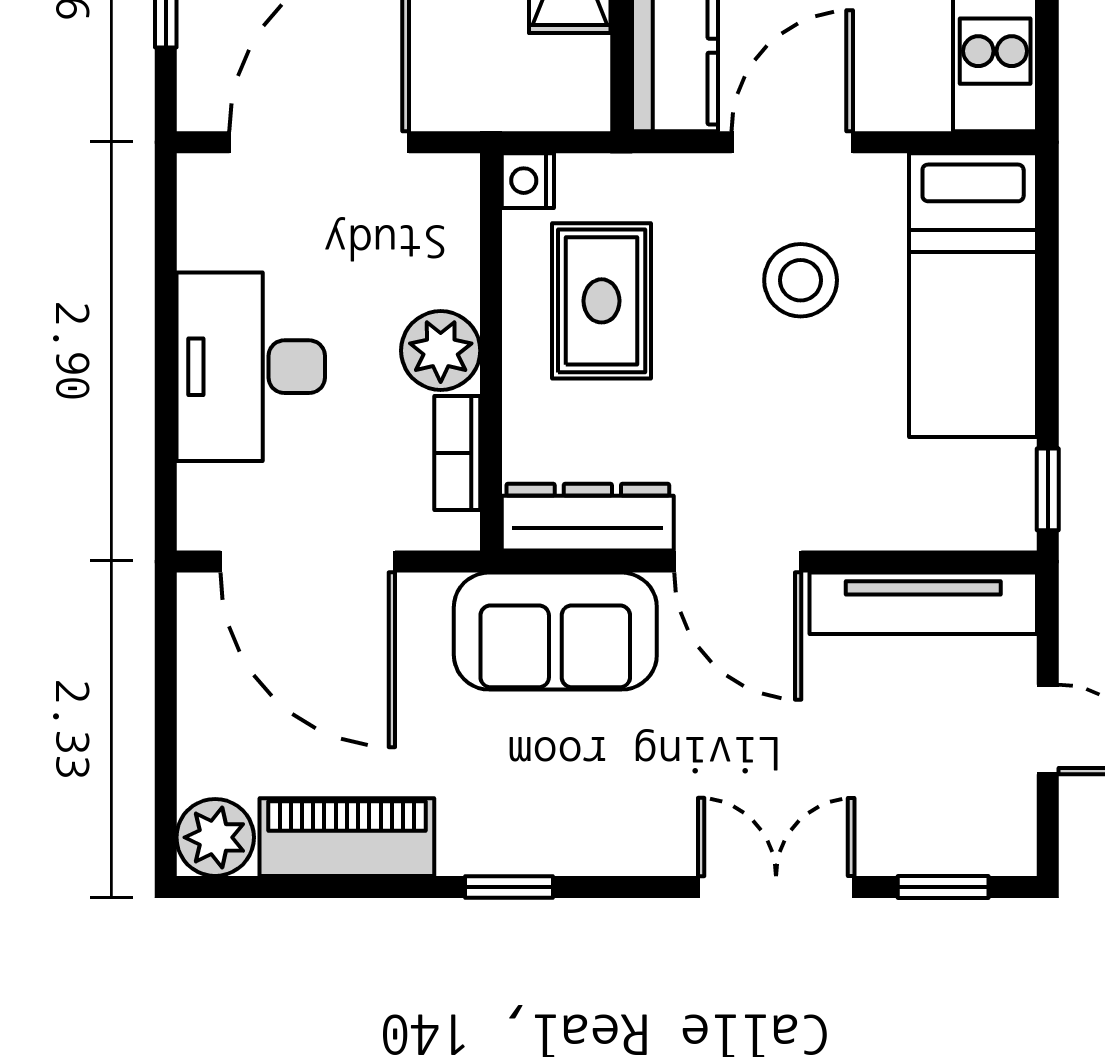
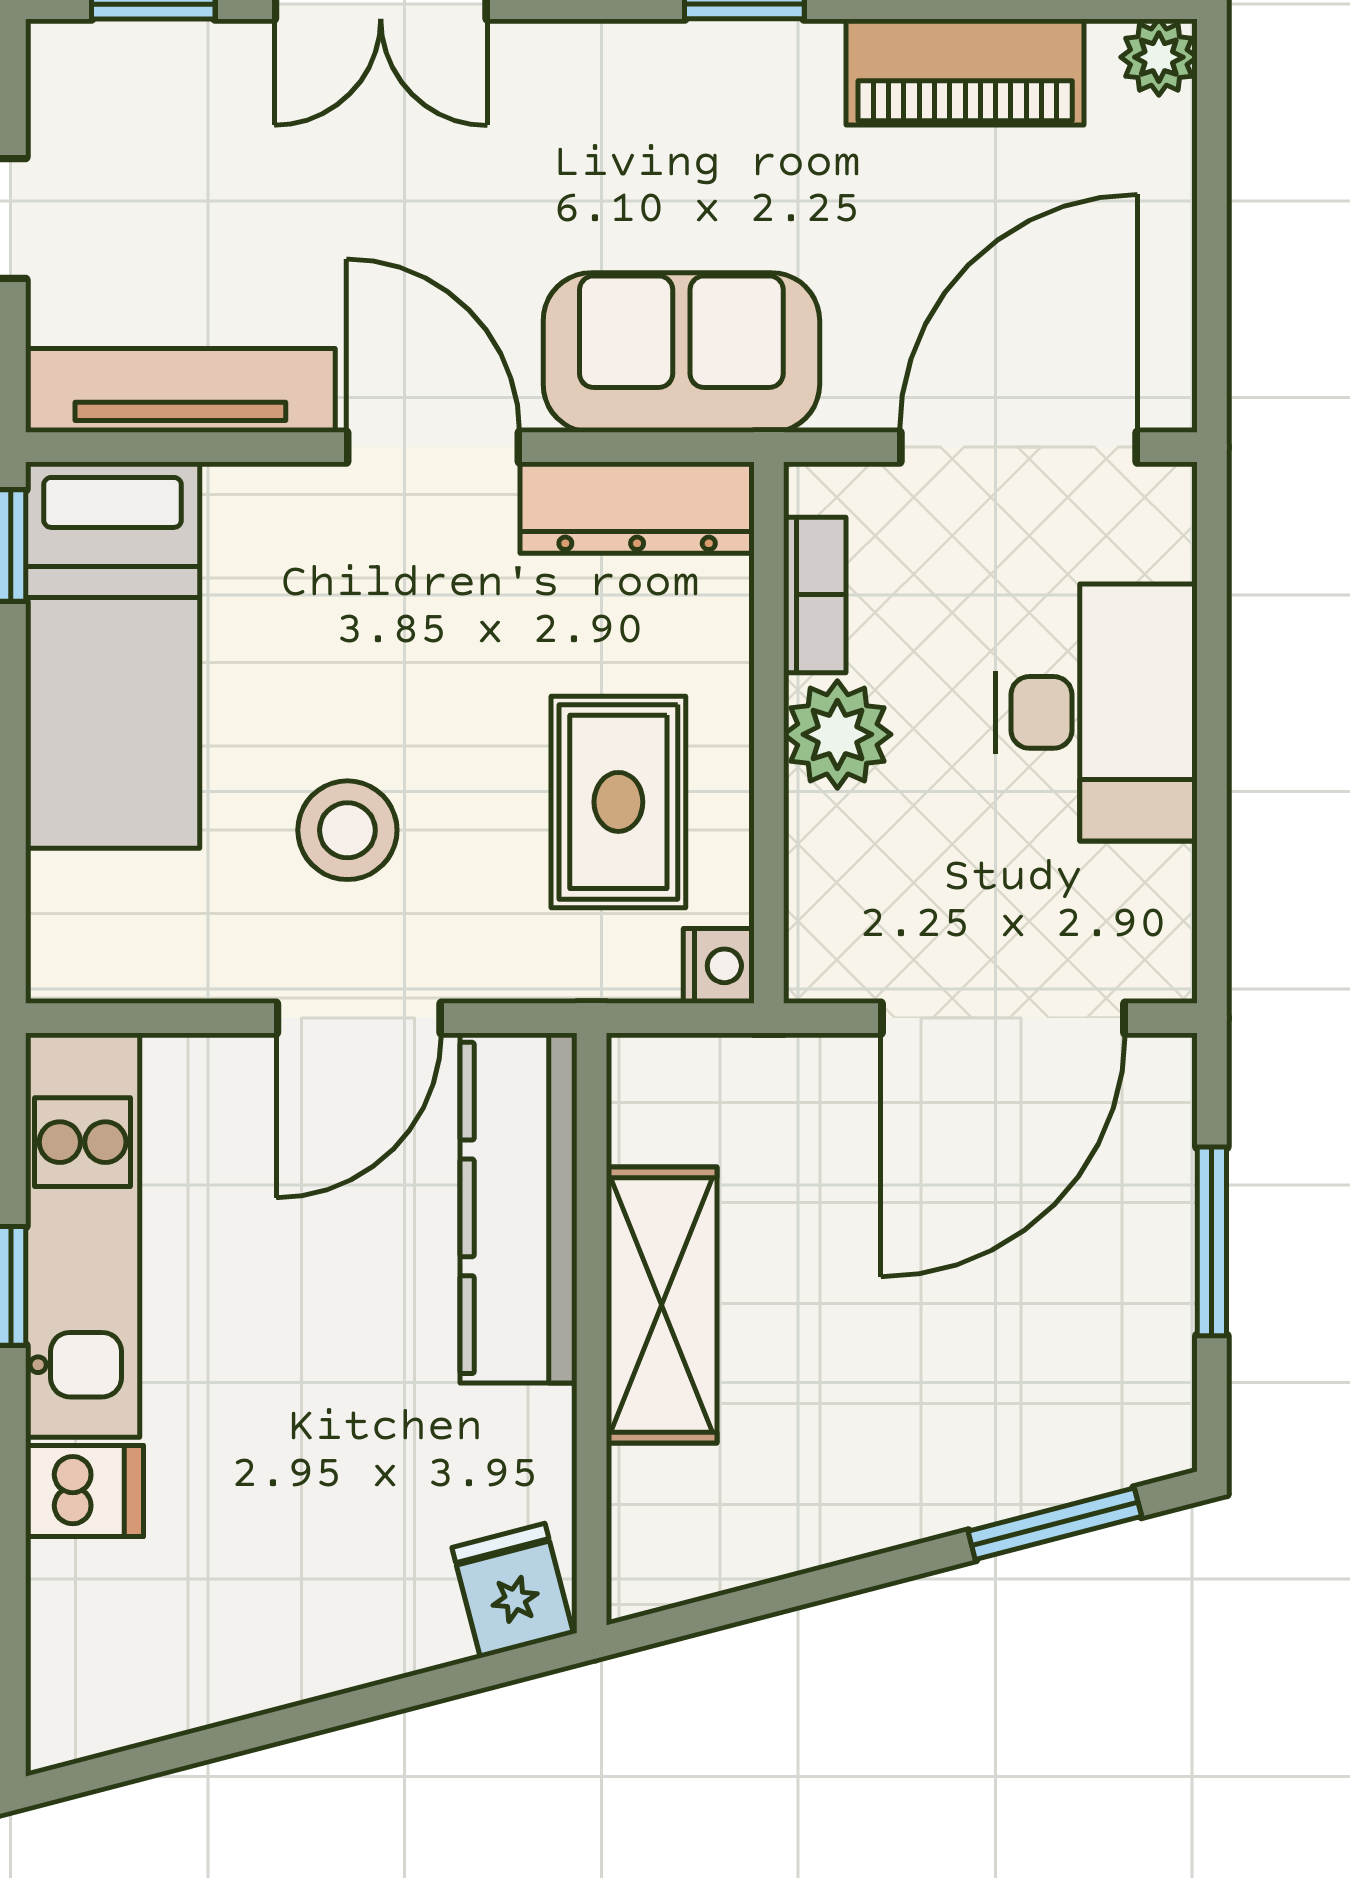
bed: (973, 295) -> (113, 655), moved, turned 180
door: (308, 562) -> (1018, 447), hinge flipped
plant: (215, 837) -> (1159, 57), width x0.73, depth x0.73

